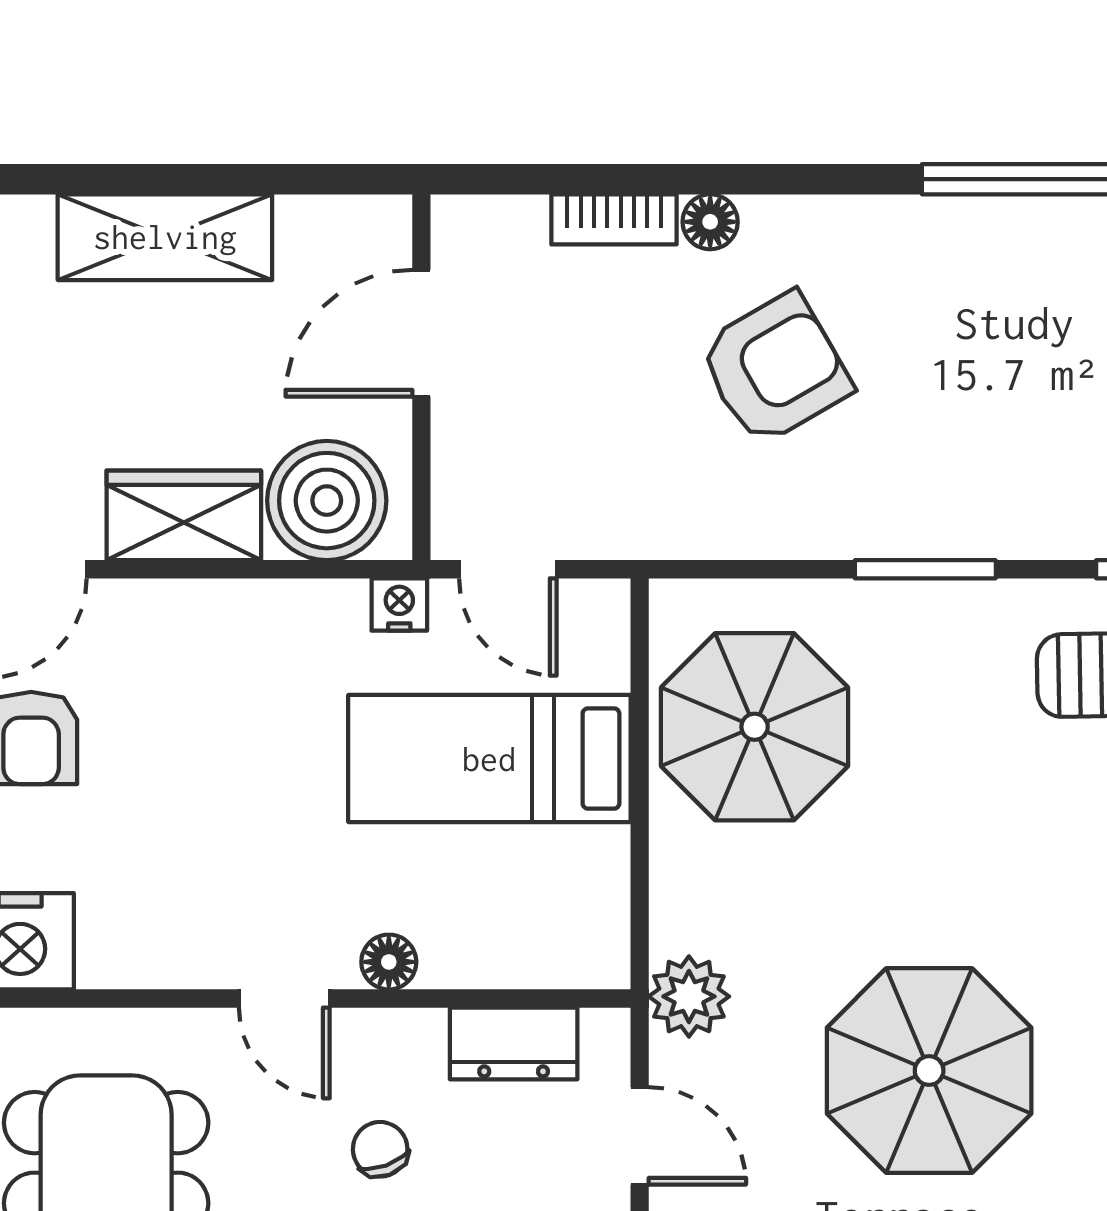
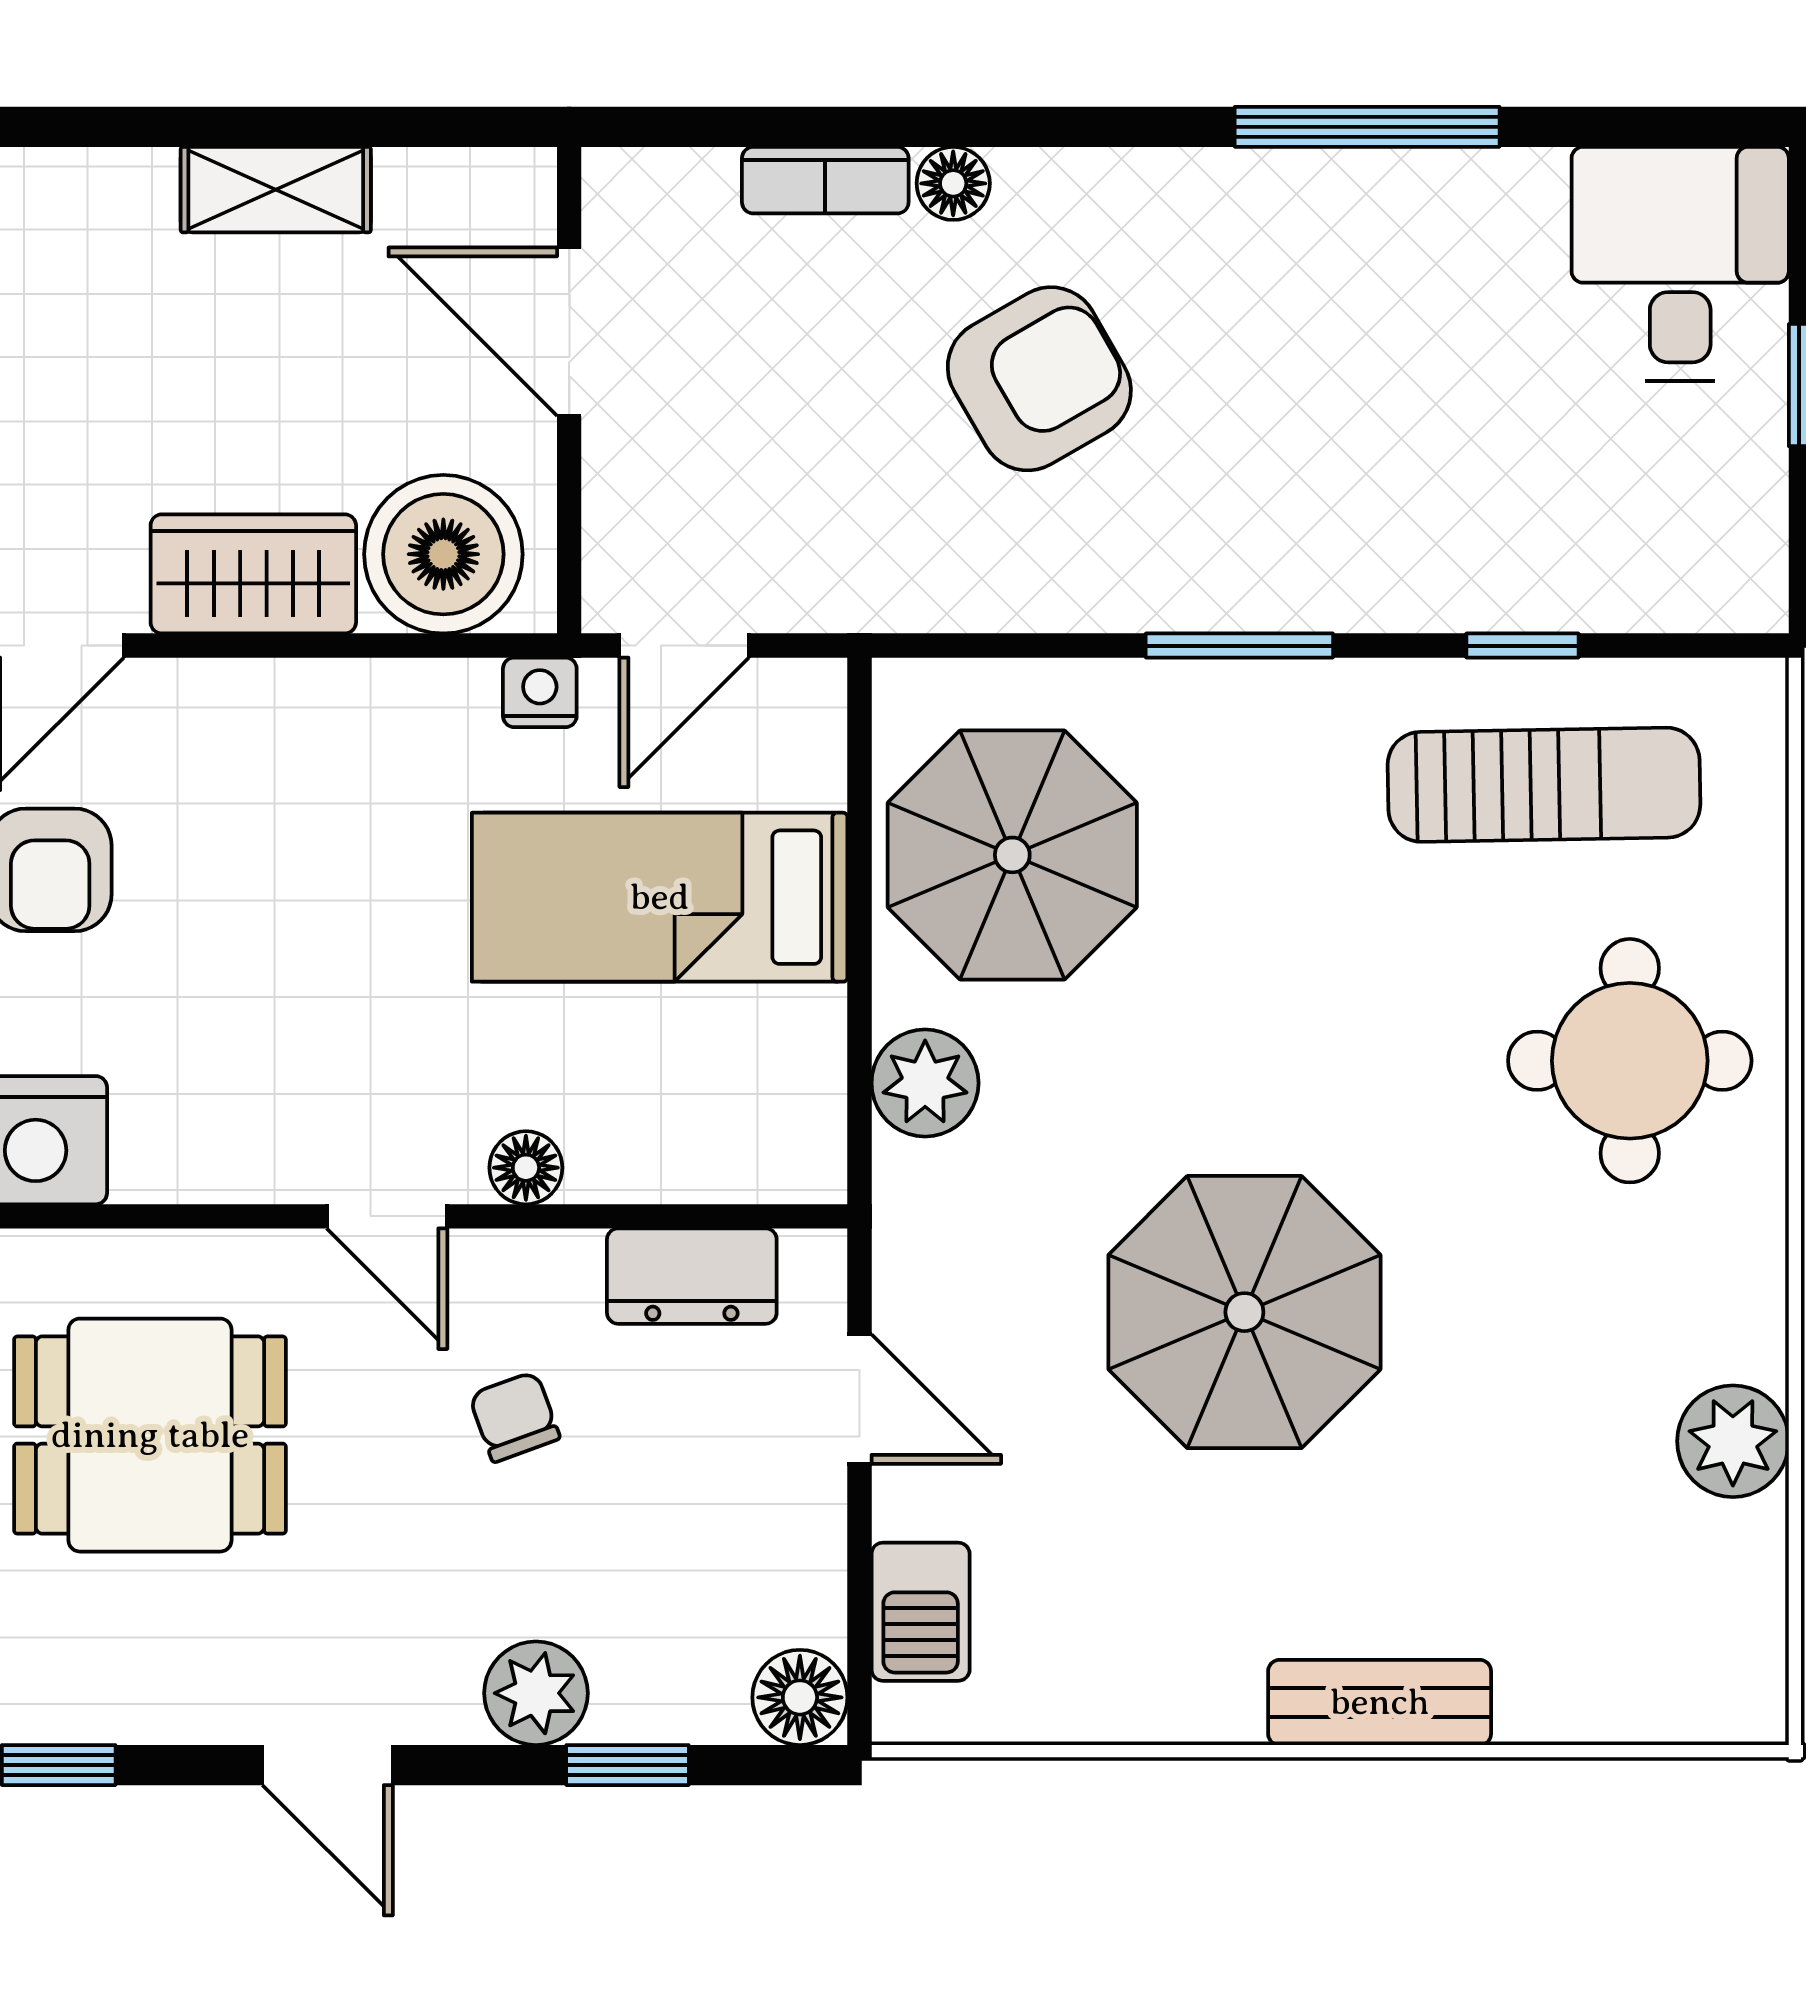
shelving: (165, 237) -> (276, 190), width x0.67, depth x0.75
door: (421, 333) -> (569, 332), hinge flipped
door: (508, 569) -> (684, 646), hinge flipped
plant: (689, 996) -> (925, 1083), moved

